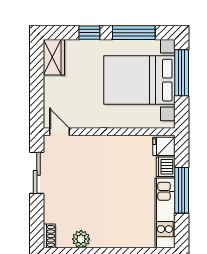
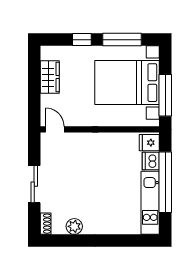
wardrobe: (54, 57) -> (50, 77), moved
window: (182, 73) -> (165, 95), moved
sliding door: (37, 173) -> (34, 184), moved
window: (182, 190) -> (165, 182), width x1.46

